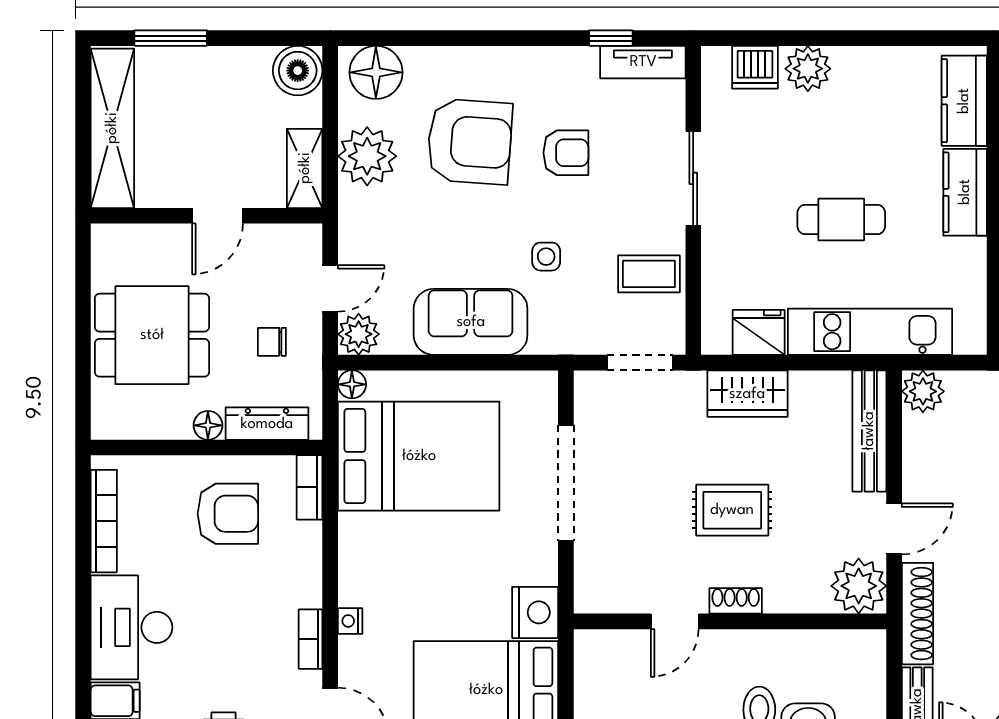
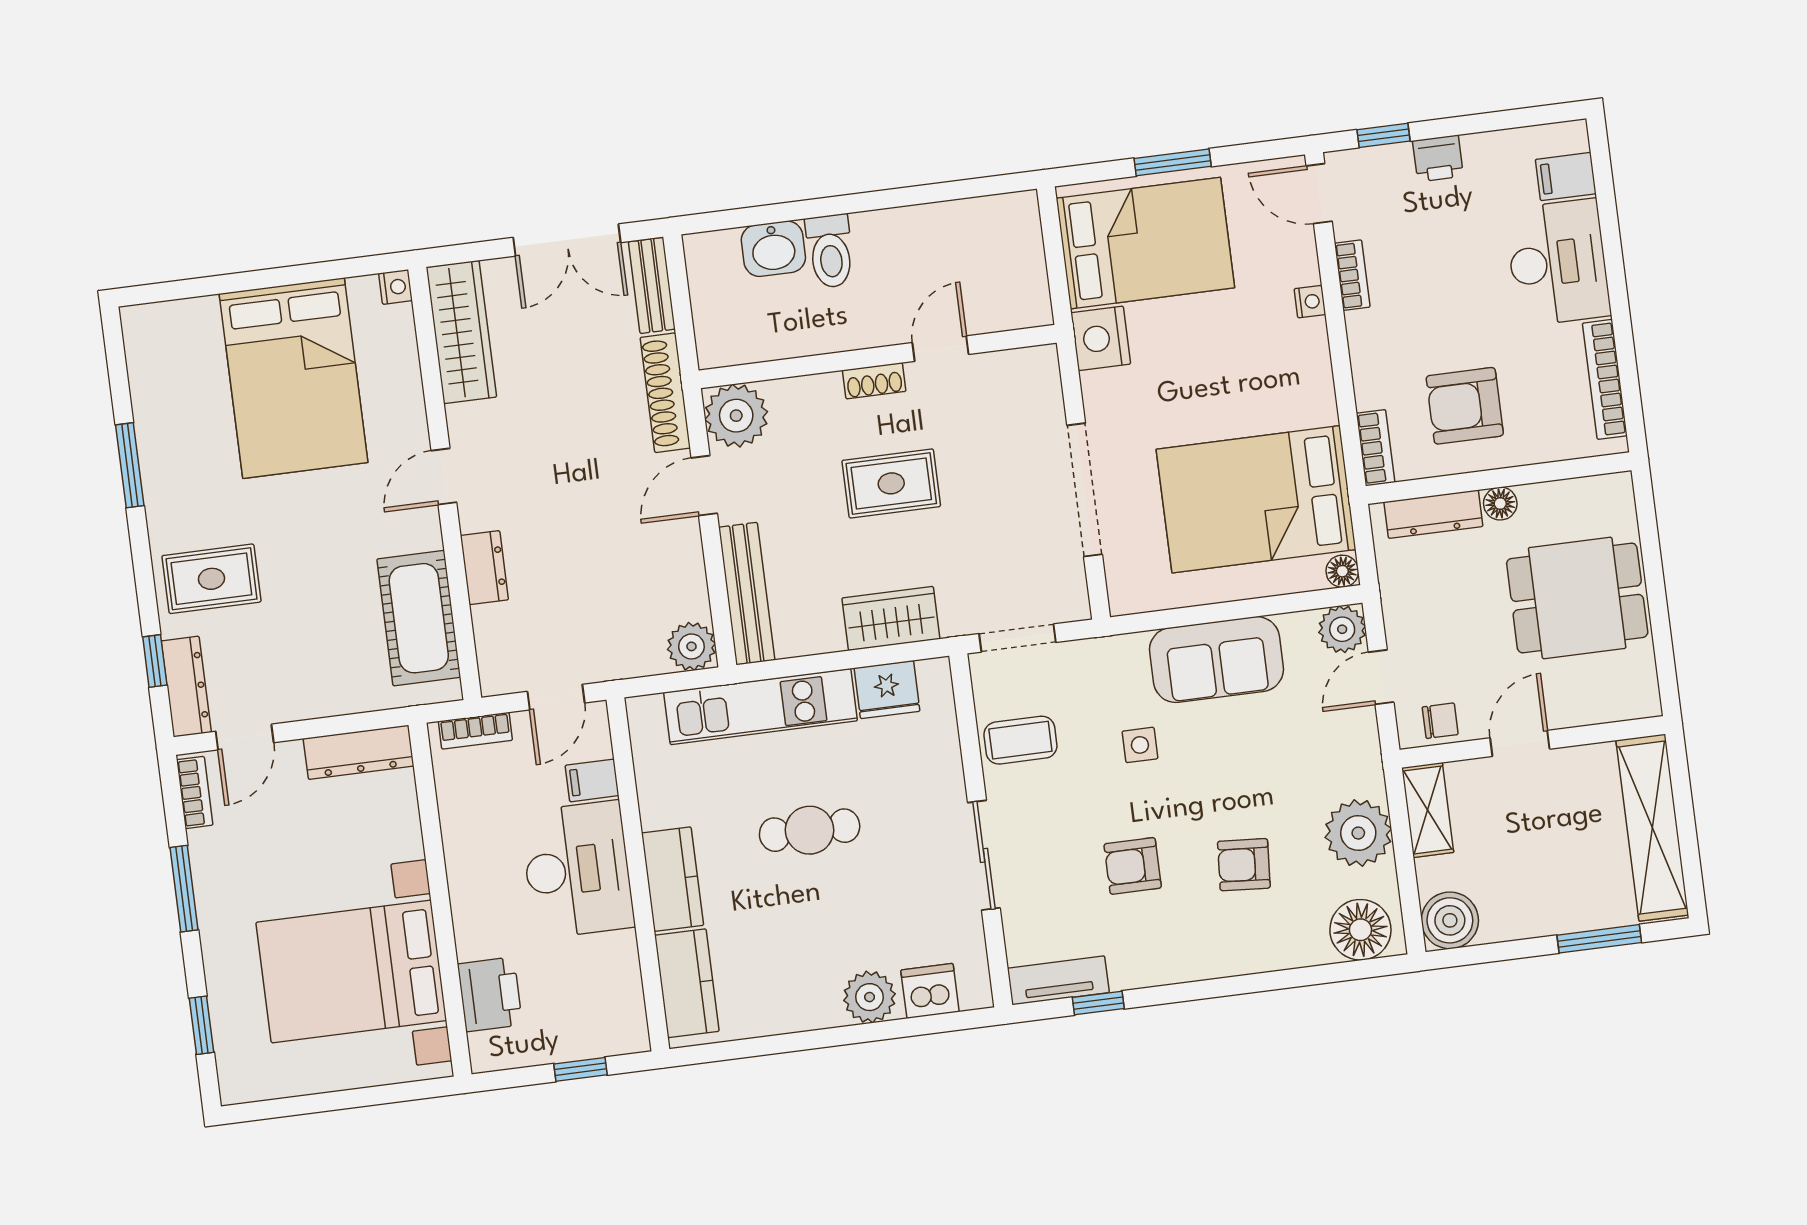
armchair: (470, 142) -> (1244, 865), width x0.53, depth x0.53
chair: (272, 342) -> (1440, 721), moved

